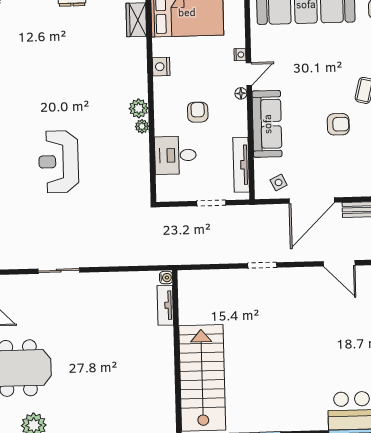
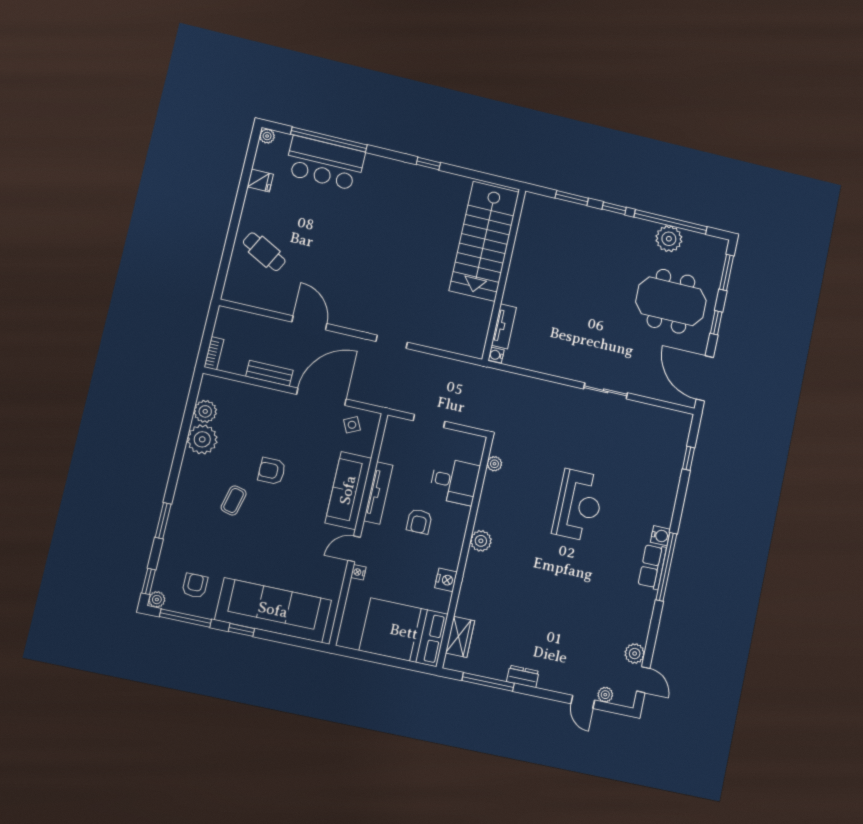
floor lamp: (241, 93) -> (368, 530), removed
plant: (142, 126) -> (494, 464), moved
tv unit: (241, 165) -> (378, 493), moved

